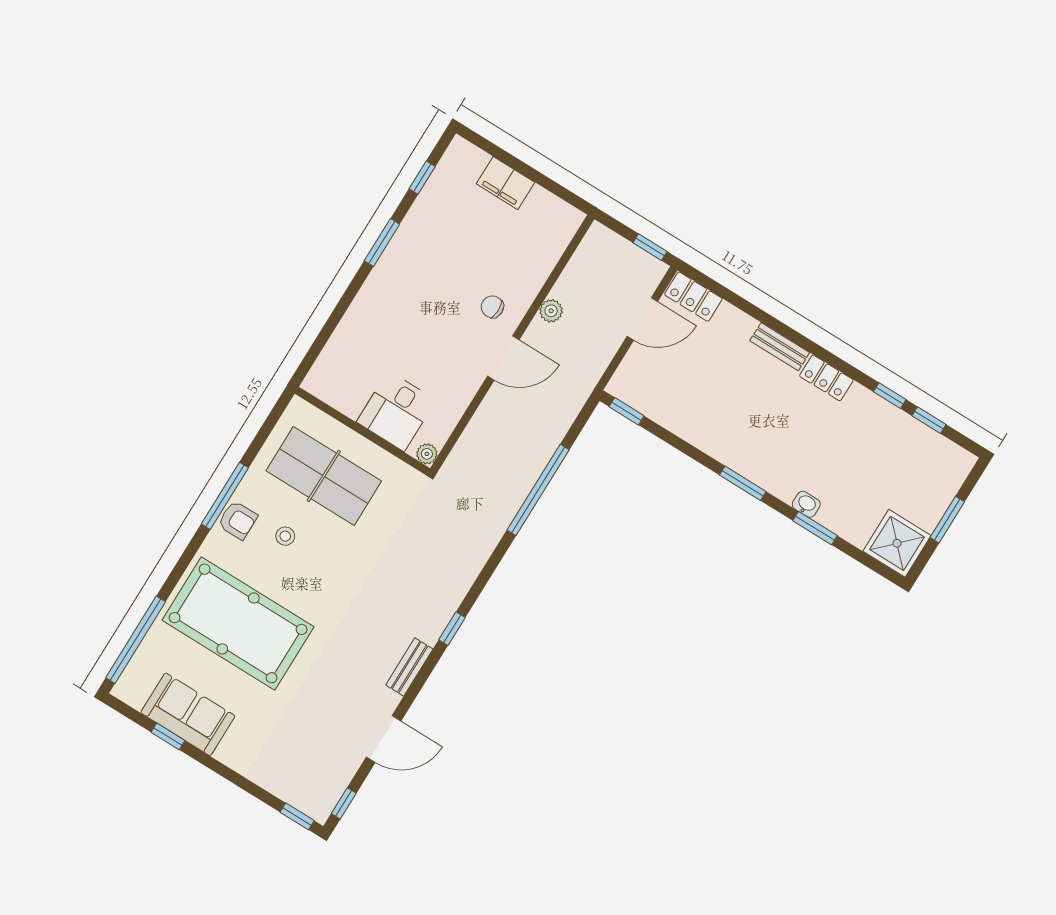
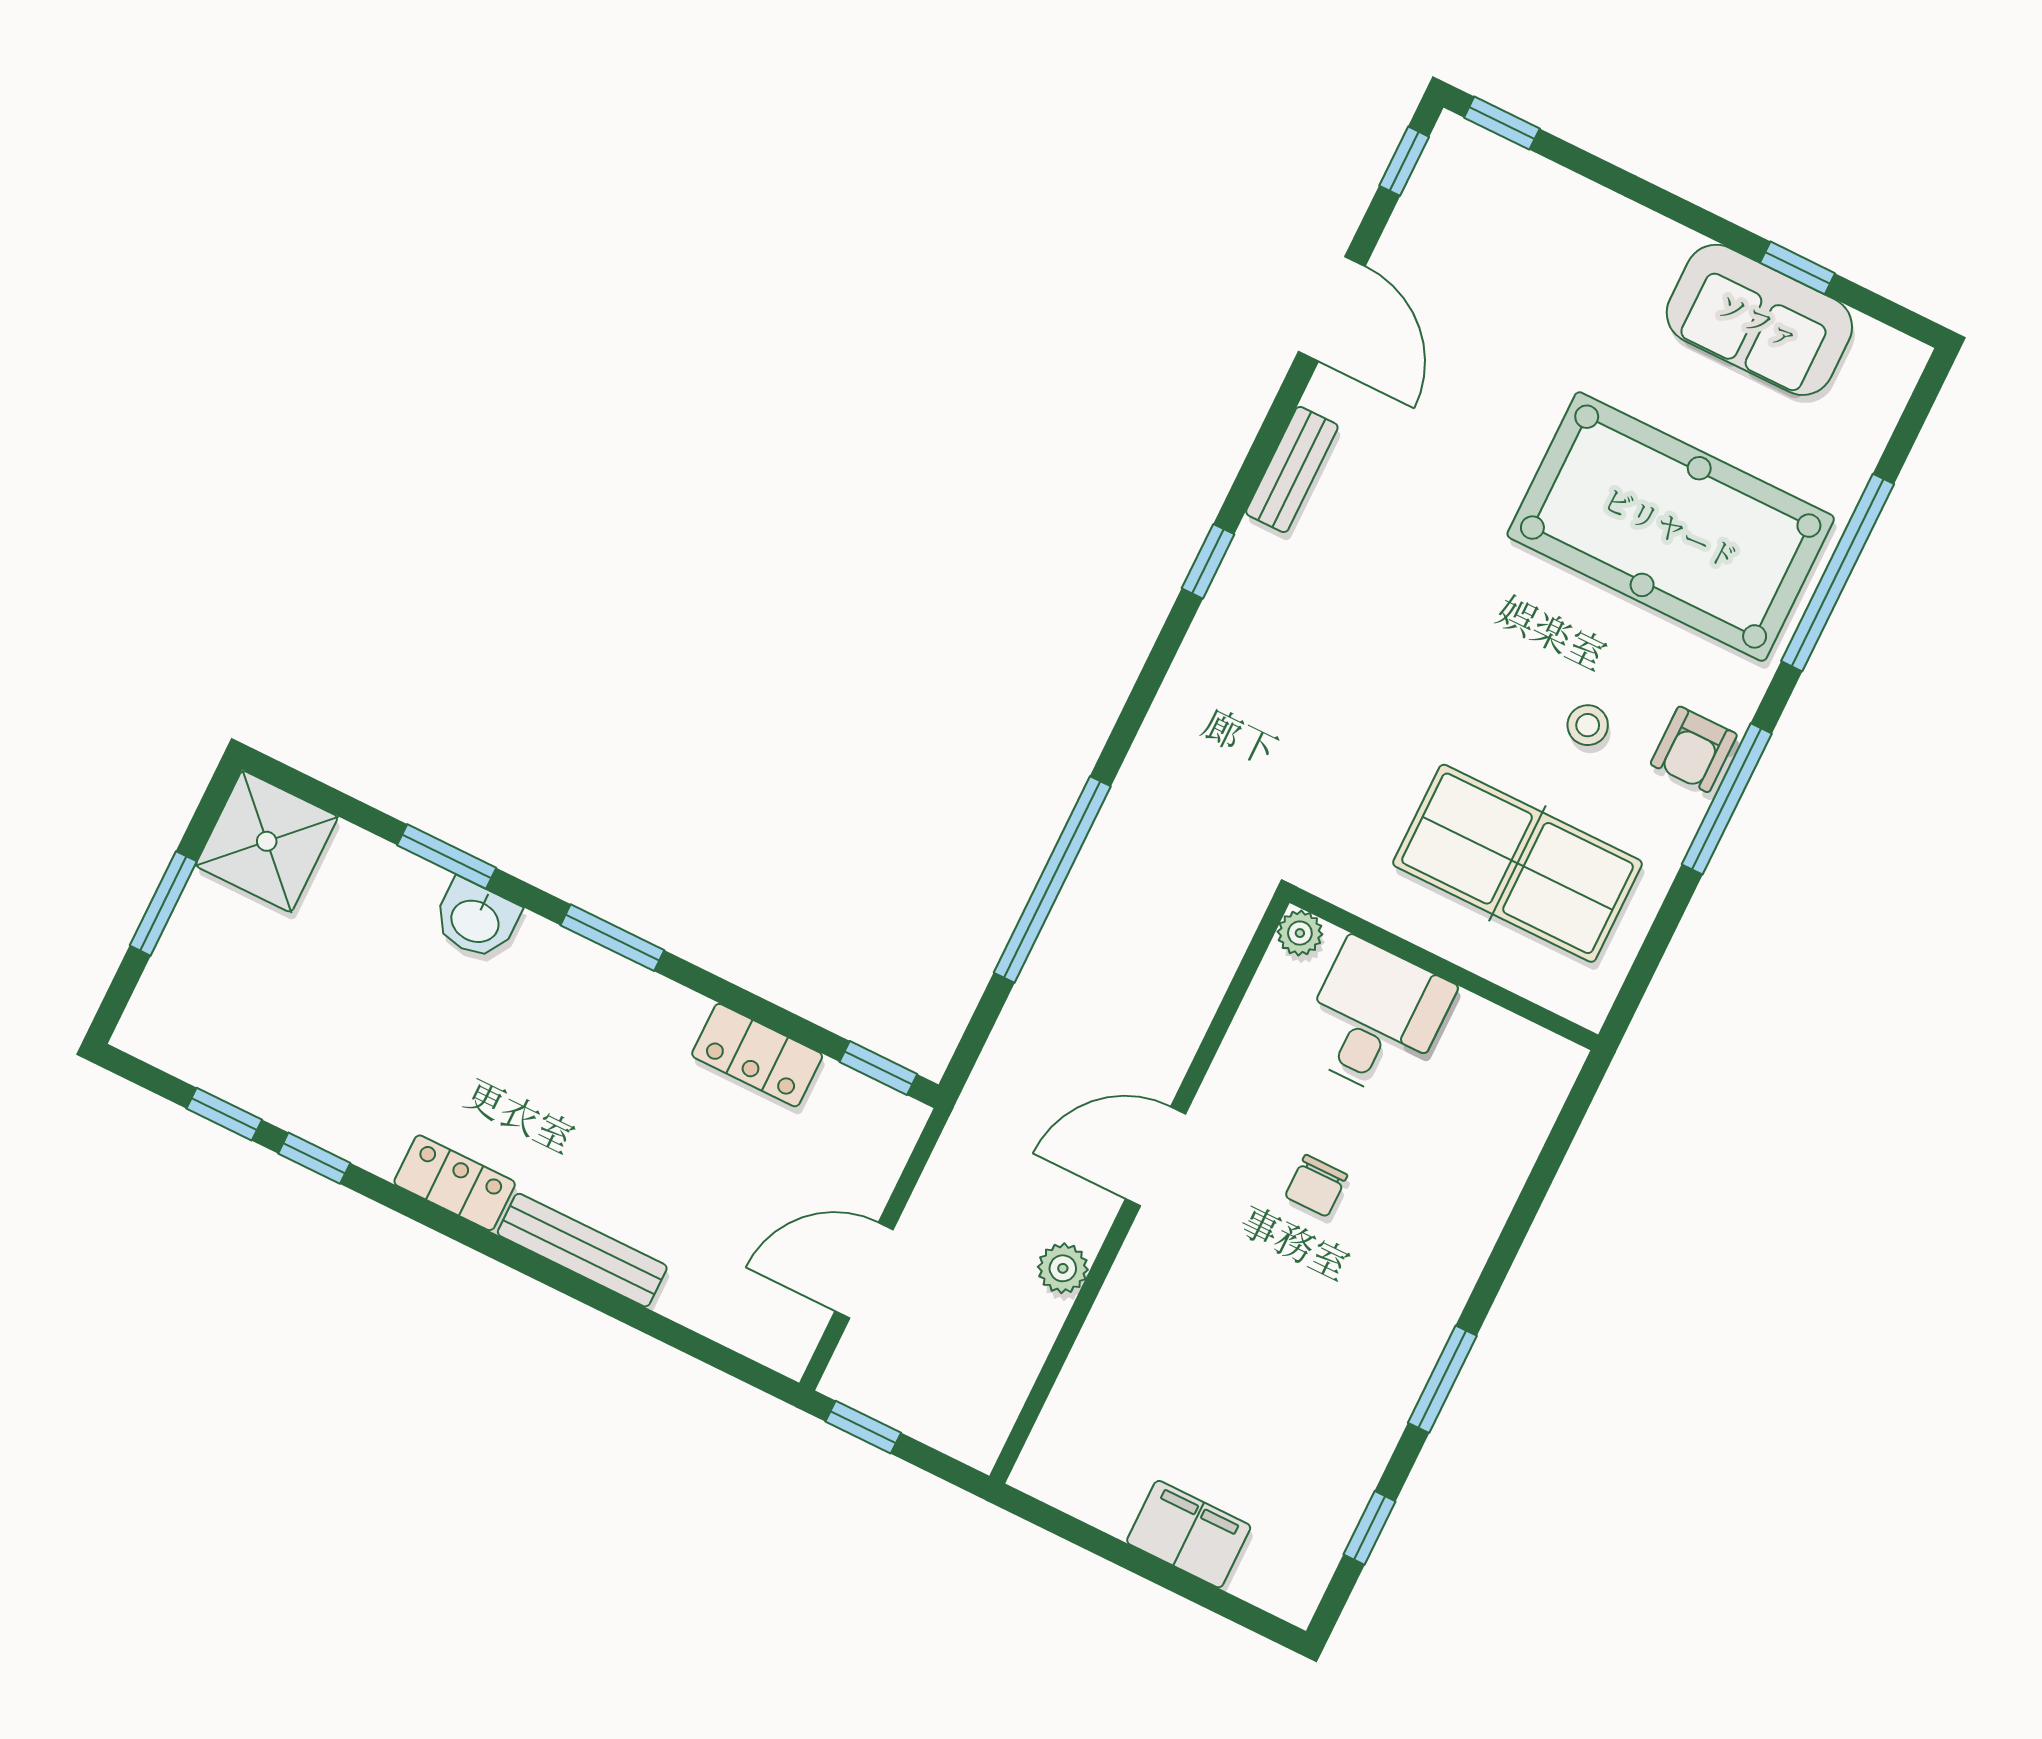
locker: (693, 297) -> (757, 1055), moved, turned 180
chair: (492, 307) -> (1316, 1186), moved, turned 90
bench: (780, 347) -> (582, 1250), width x1.36
washbasin: (806, 504) -> (476, 920), width x1.38, depth x1.45
armchair: (238, 520) -> (1694, 749), turned -90
window: (136, 640) -> (1838, 573), moved
door: (384, 739) -> (1332, 309), swing flipped

